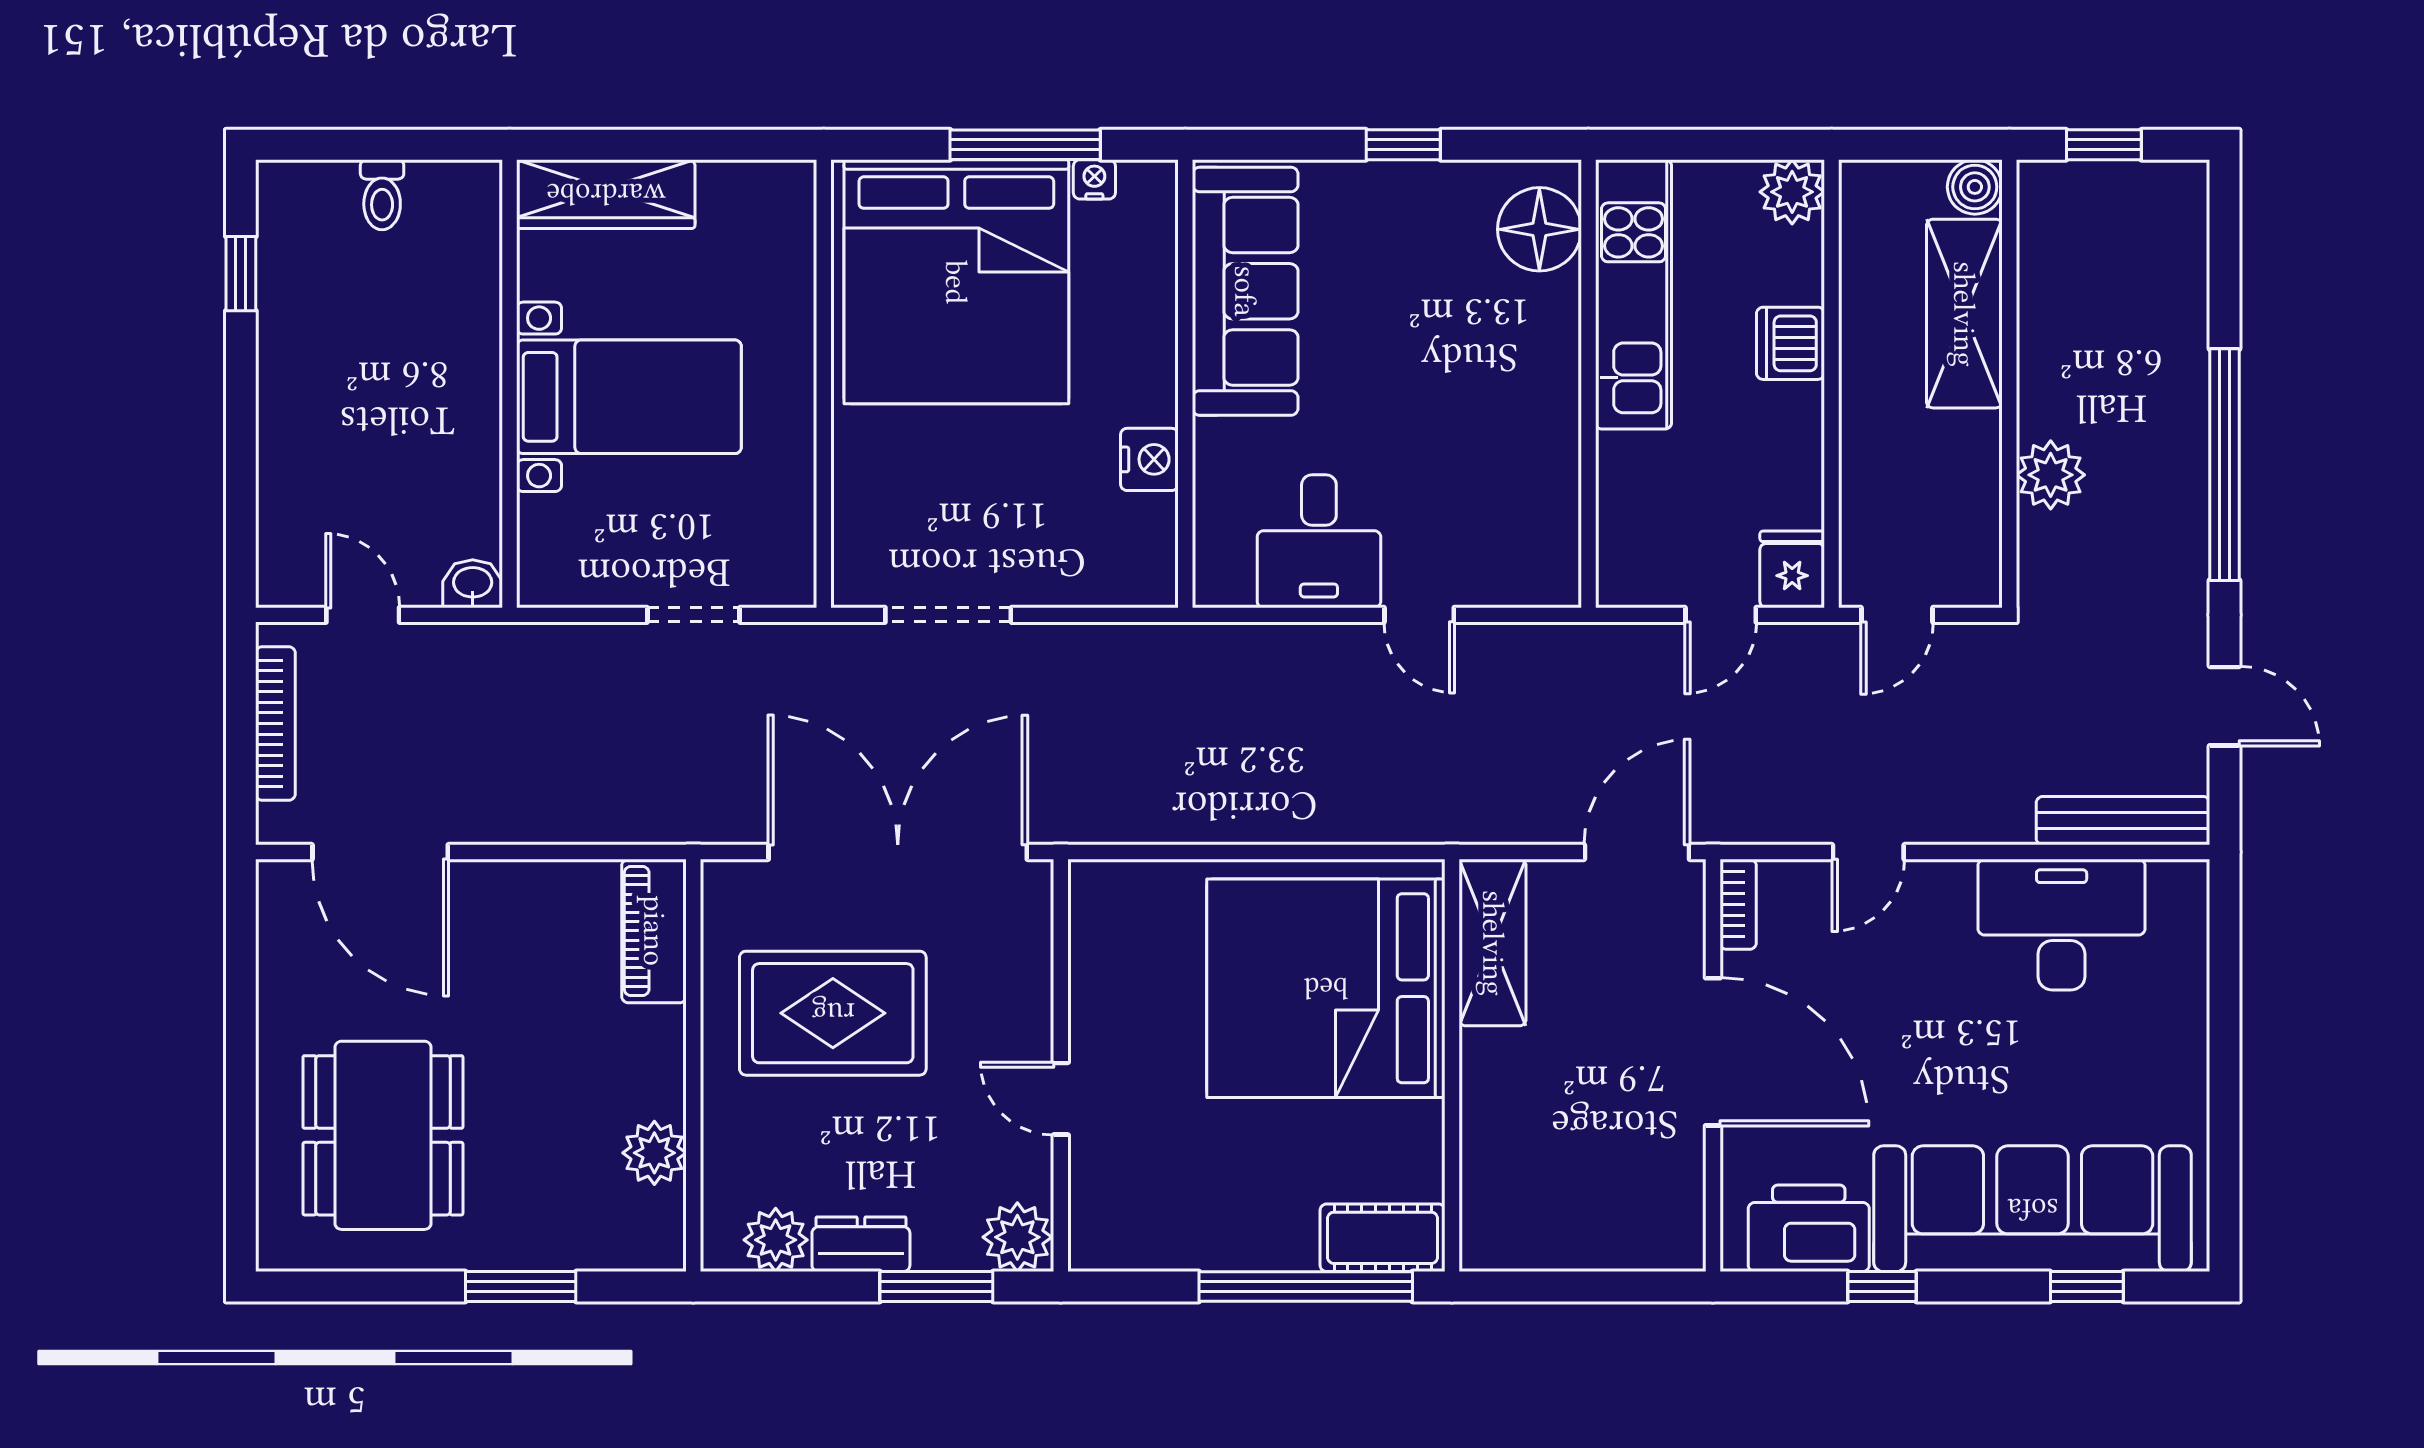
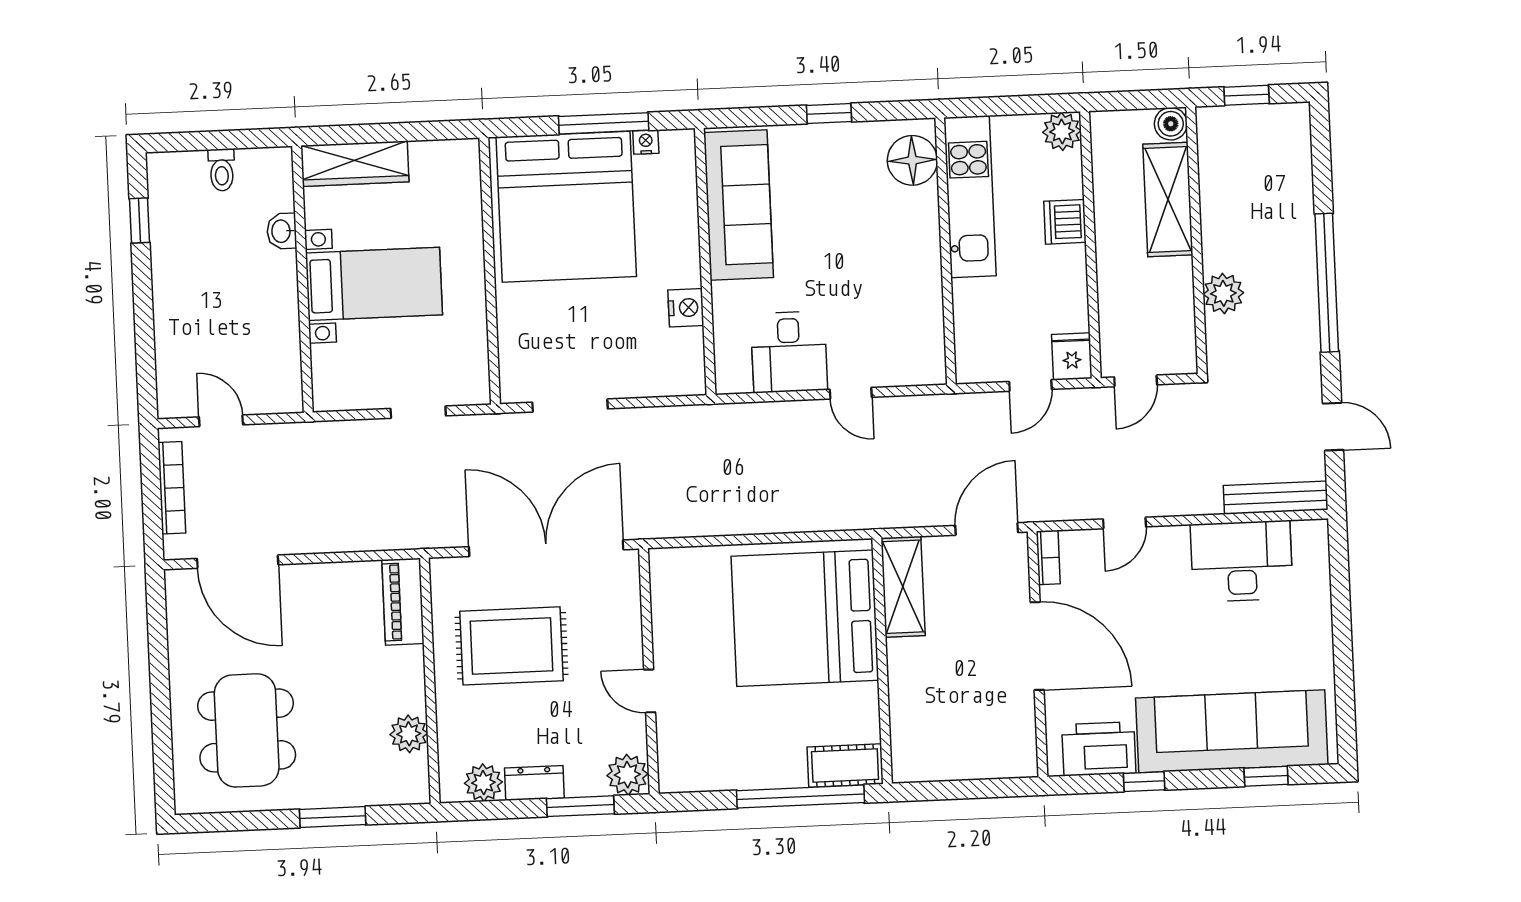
washbasin: (473, 584) -> (282, 231), moved, turned -90

